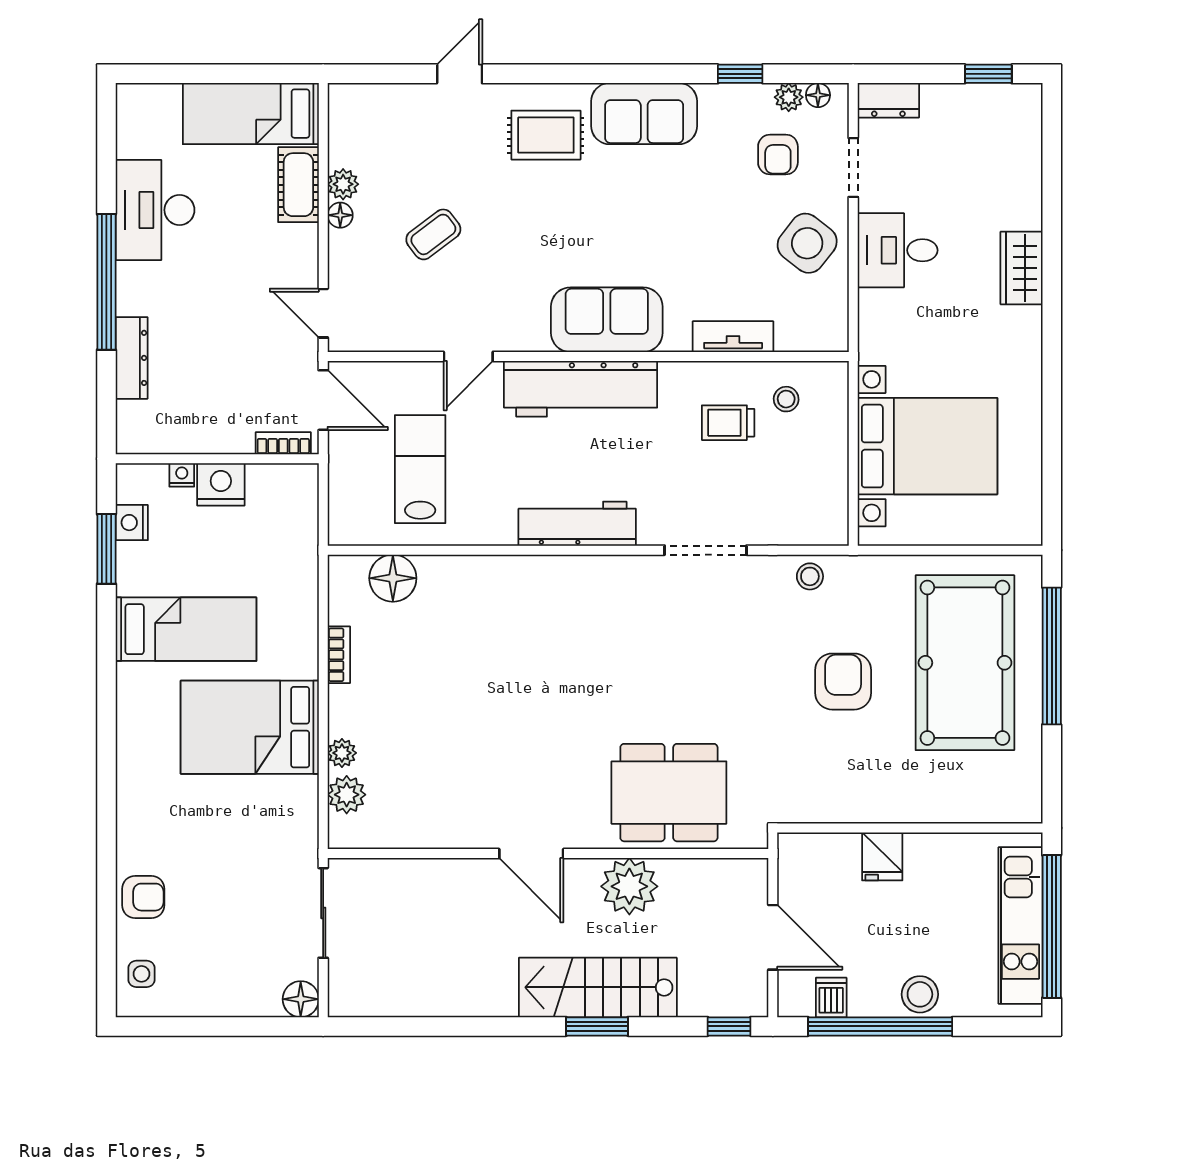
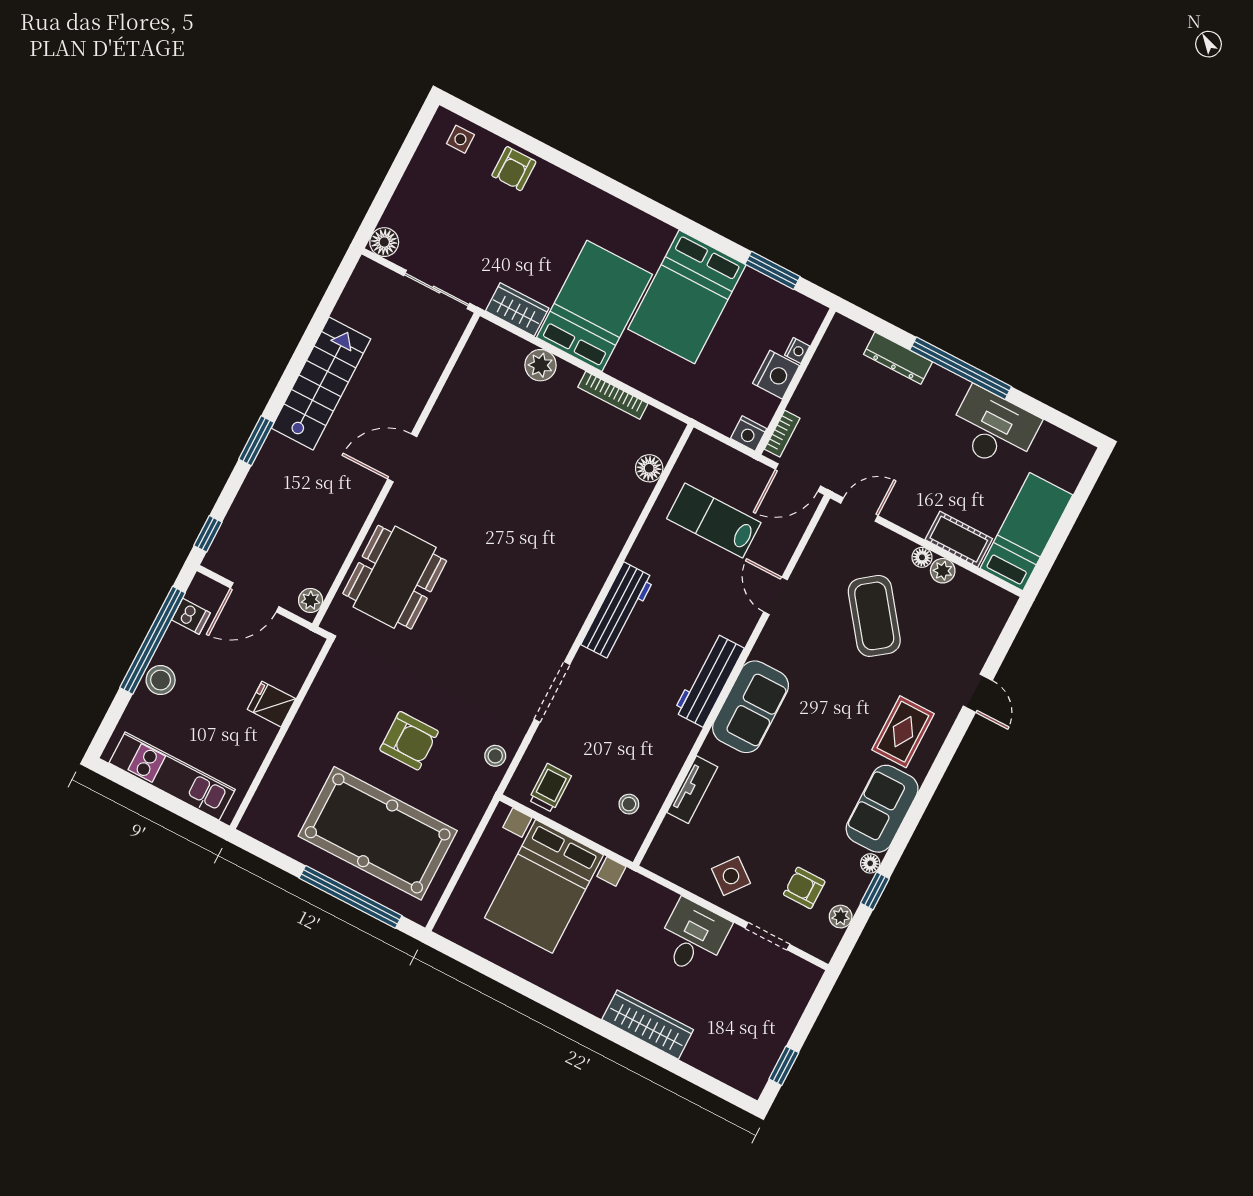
floor lamp: (818, 95) -> (870, 863), moved
dresser: (888, 100) -> (802, 986), removed
coffee table: (433, 234) -> (874, 616), width x1.86, depth x1.72
side table: (807, 243) -> (731, 876), width x0.73, depth x0.73
wardrobe: (1022, 268) -> (648, 1025), width x1.50
workbench: (581, 389) -> (709, 680), width x0.73, depth x0.76
trolley: (728, 423) -> (550, 788), moved
lab bench: (420, 469) -> (714, 521), turned 180
nightstand: (132, 523) -> (749, 434), moved, turned 180
floor lamp: (393, 578) -> (649, 468), width x0.73, depth x0.73
bed: (186, 629) -> (687, 297), width x1.50
bookcase: (339, 655) -> (613, 395), width x1.56
plant: (342, 753) -> (541, 365), width x1.38, depth x1.38
plant: (347, 795) -> (511, 349), removed
wardrobe: (299, 811) -> (517, 309), added
plant: (629, 886) -> (311, 600), moved, width x0.53, depth x0.53
window: (1052, 927) -> (160, 798), removed
stairs: (598, 987) -> (321, 384), moved

